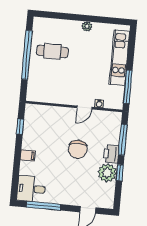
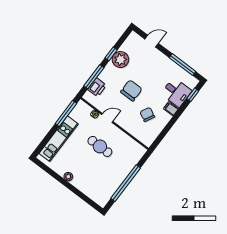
cafe table: (52, 51) -> (100, 146), moved
window: (20, 127) -> (193, 95), moved
chair: (47, 135) -> (147, 114), added
printer: (111, 154) -> (97, 87), moved
desk: (31, 189) -> (176, 92), moved

